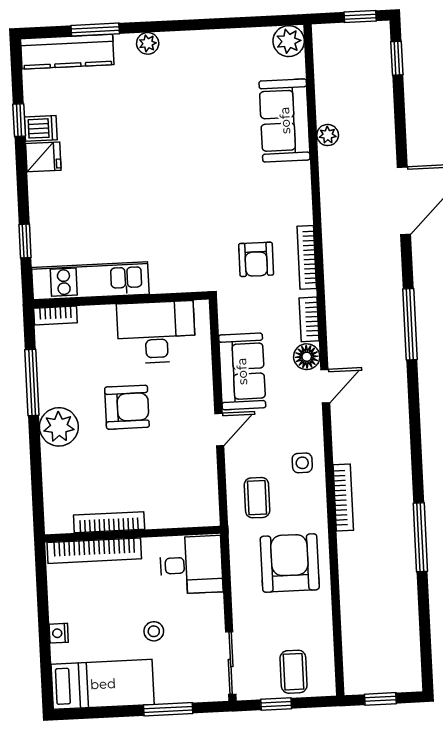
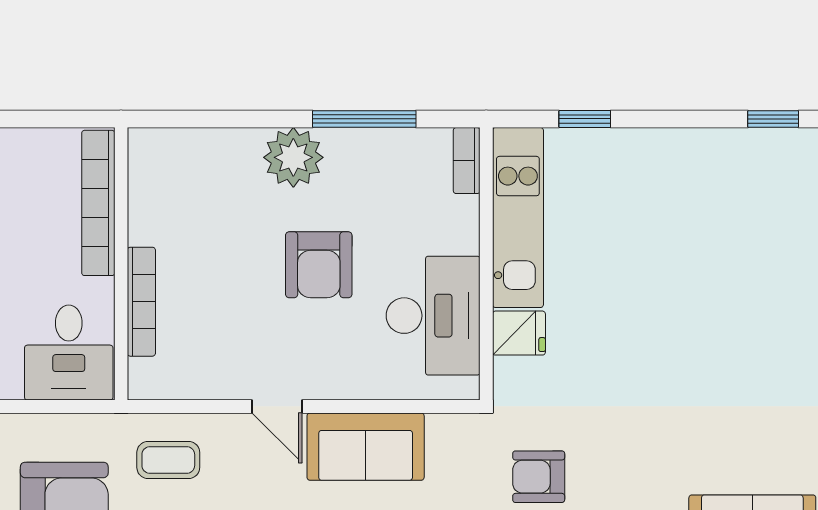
dishwasher: (41, 128) -> (759, 152), removed
fridge: (43, 157) -> (519, 333), moved, turned -90
bookcase: (109, 522) -> (141, 302), moved

